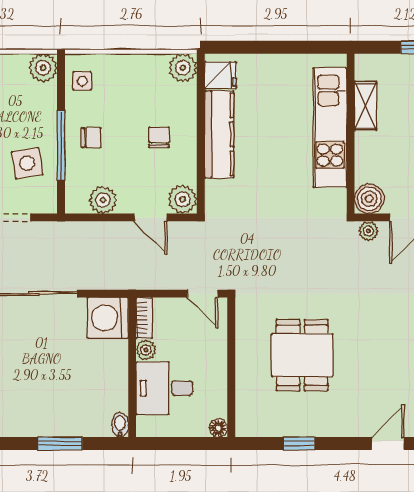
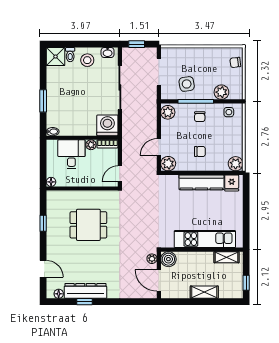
plant: (43, 68) -> (221, 92), moved
shelving: (365, 106) -> (227, 257), moved
plant: (103, 200) -> (168, 112), moved

